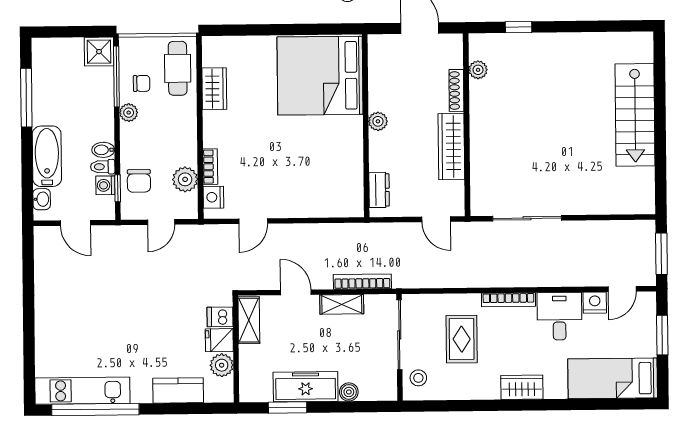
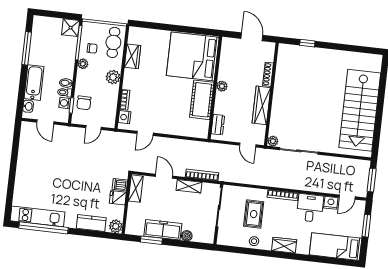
plant: (478, 70) -> (273, 141), moved
stairs: (635, 115) -> (360, 110), width x1.36, depth x1.51
cot: (346, 150) -> (202, 100), added
plant: (185, 179) -> (113, 77), moved
plant: (222, 365) -> (116, 226), moved
stool: (418, 378) -> (254, 241), moved

